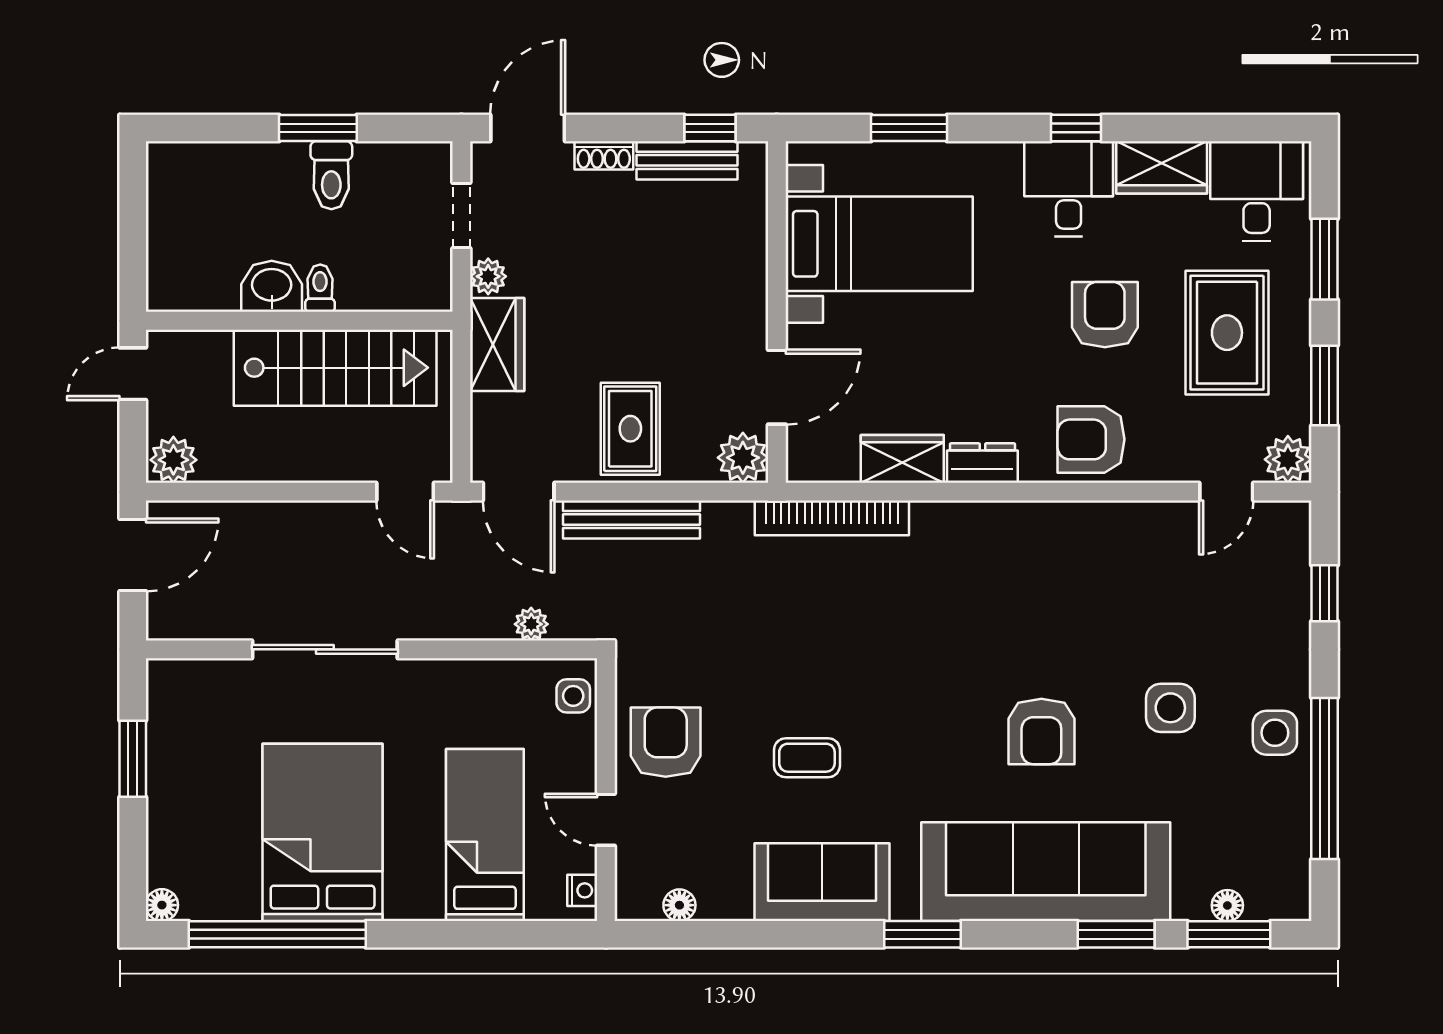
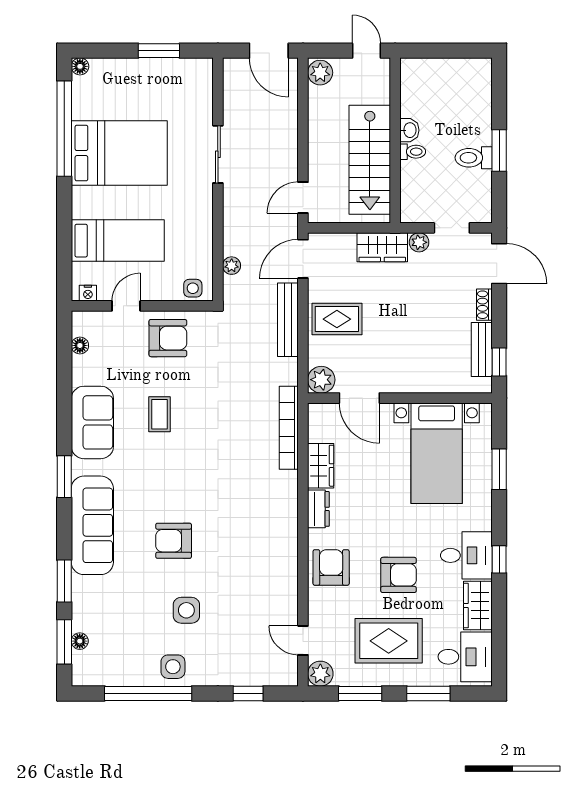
washbasin: (272, 286) -> (409, 130), width x0.72, depth x0.69
sliding door: (325, 649) -> (218, 154), width x0.73
sofa: (1046, 872) -> (92, 525), width x0.74, depth x0.79

